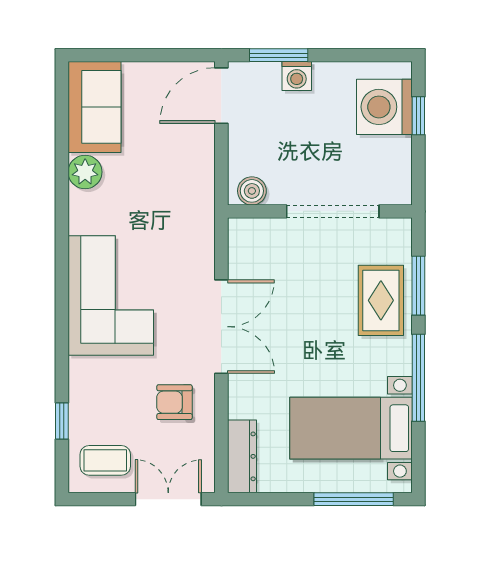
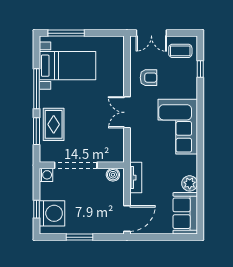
window: (279, 55) -> (79, 237), moved
washing machine: (297, 76) -> (46, 175), moved, turned 90
tv unit: (202, 185) -> (136, 178), added
double door: (221, 327) -> (127, 112), width x0.73
dresser: (242, 456) -> (117, 53), removed

